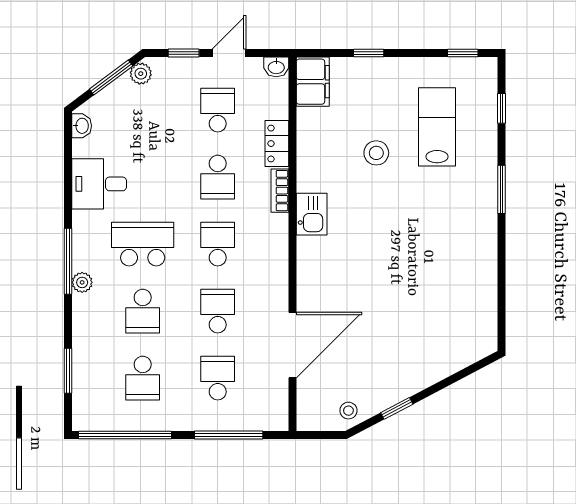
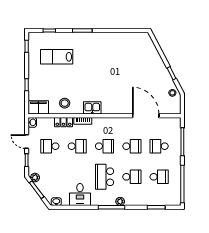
stool: (376, 153) -> (65, 103), moved
school desk: (218, 244) -> (105, 146), turned 180
school desk: (218, 311) -> (132, 146), turned 180

